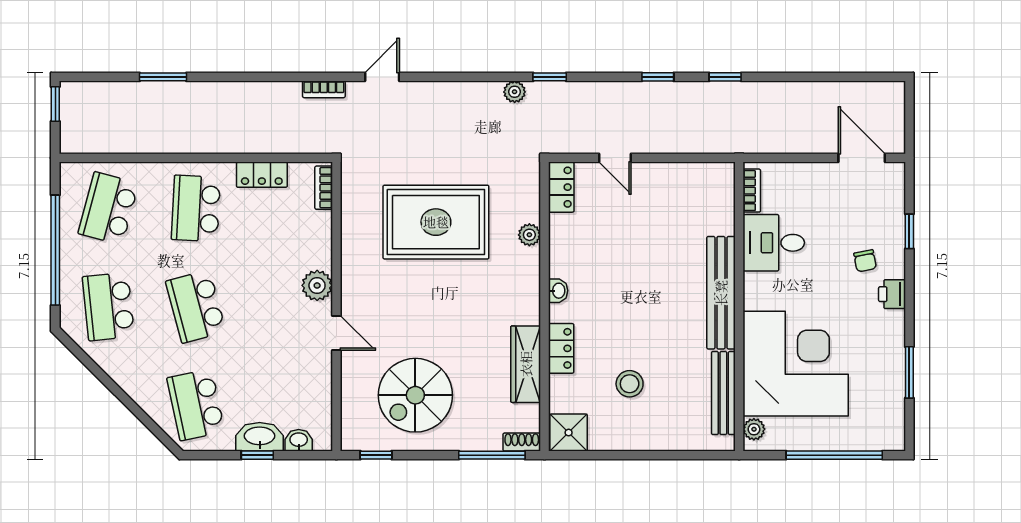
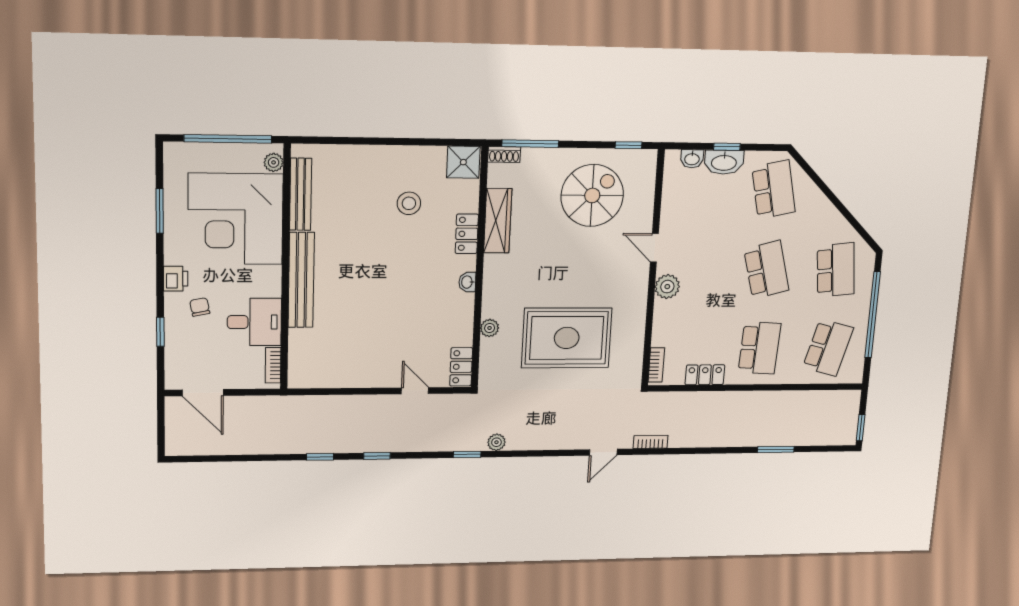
bookcase: (752, 191) -> (273, 365), moved
desk: (774, 243) -> (254, 322), moved
bench: (721, 293) -> (301, 280), moved
wall: (739, 307) -> (285, 268), moved
corner desk: (796, 364) -> (236, 219), moved
bench: (723, 393) -> (301, 194), moved
plant: (754, 429) -> (274, 162), moved

